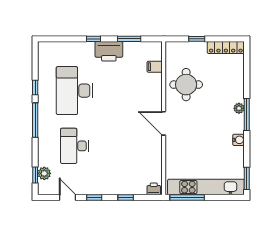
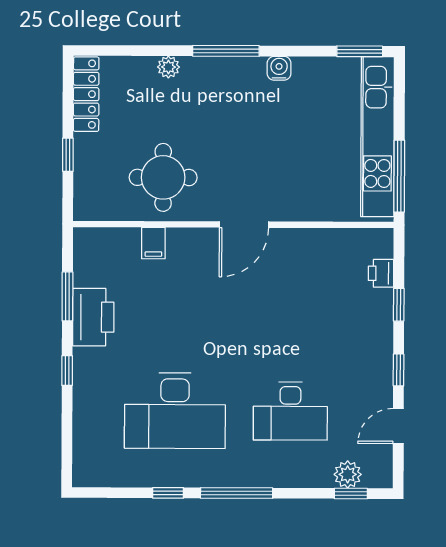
printer: (109, 51) -> (93, 317), moved
filing cabinet: (155, 67) -> (153, 243), moved
plant: (239, 108) -> (168, 67), moved
printer: (154, 189) -> (381, 273), moved

